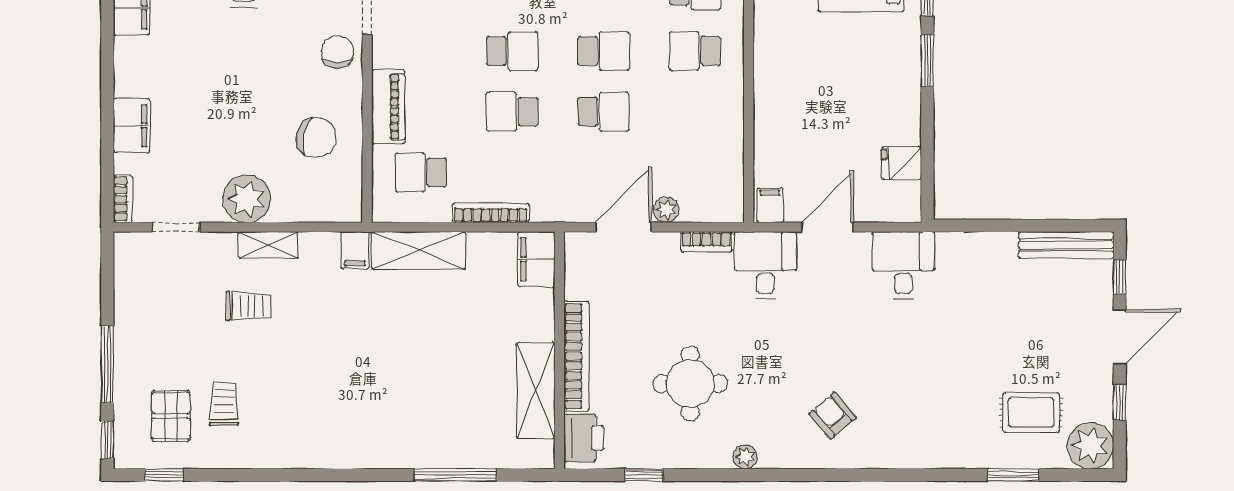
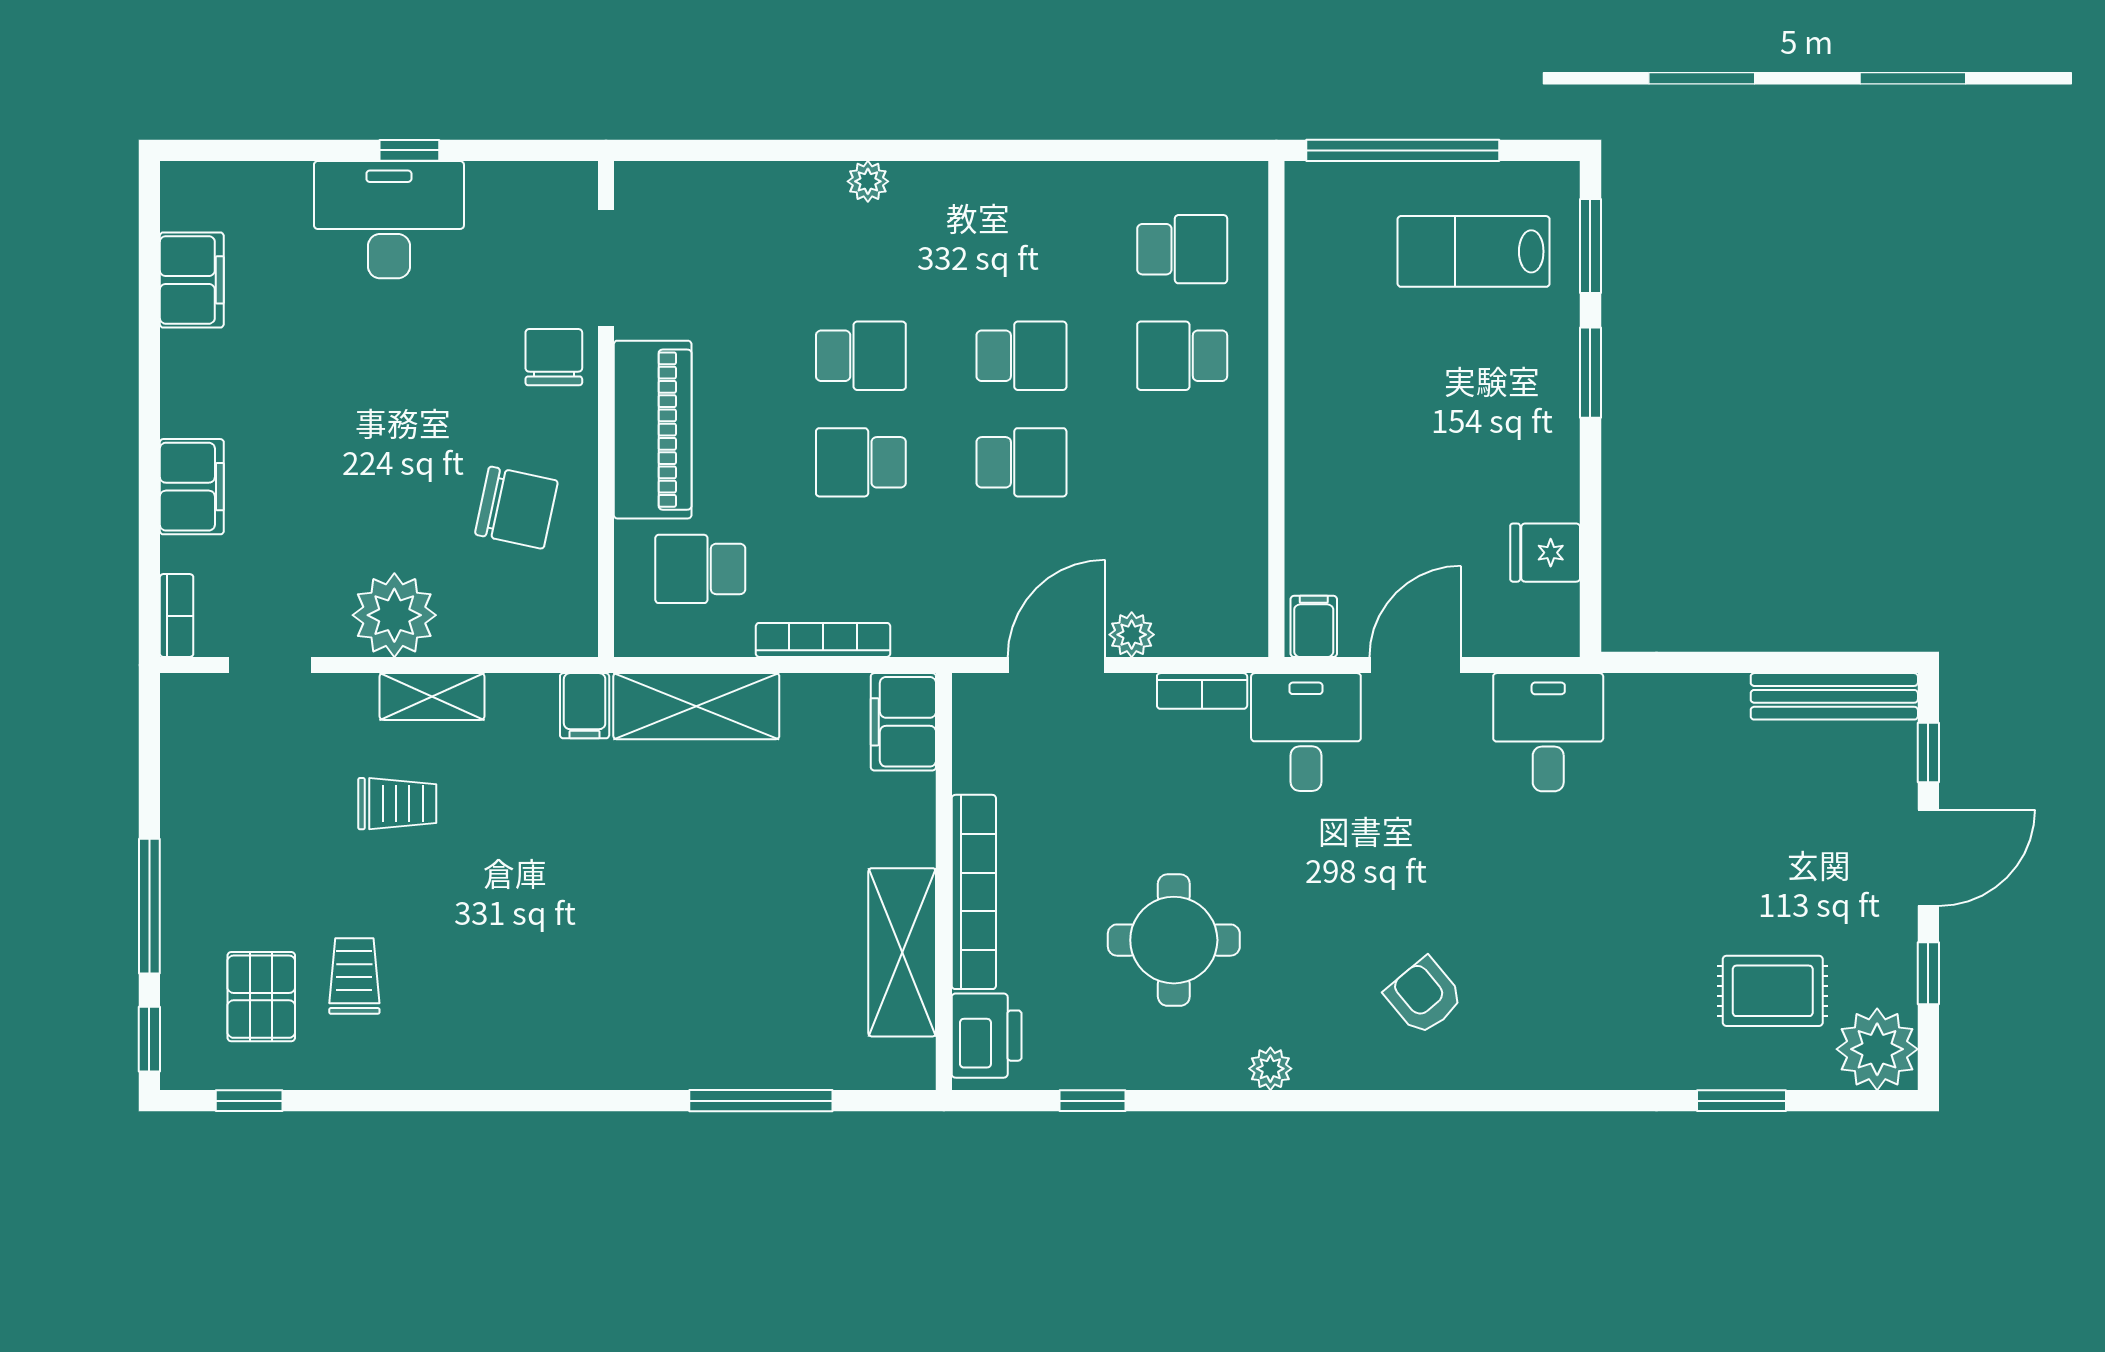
piano: (388, 107) -> (653, 430), width x1.37, depth x1.33

